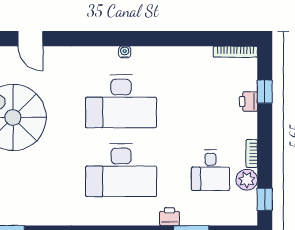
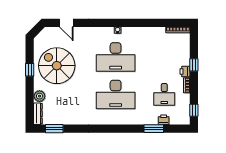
window: (265, 92) -> (194, 65), moved
printer: (248, 102) -> (185, 71), moved
plant: (247, 180) -> (184, 100), removed
printer: (170, 217) -> (164, 120), moved

